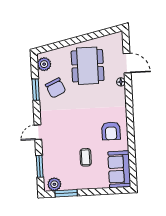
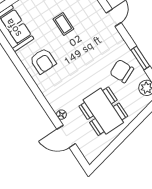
armchair: (111, 131) -> (43, 61), turned 180
coffee table: (86, 157) -> (63, 24), moved

